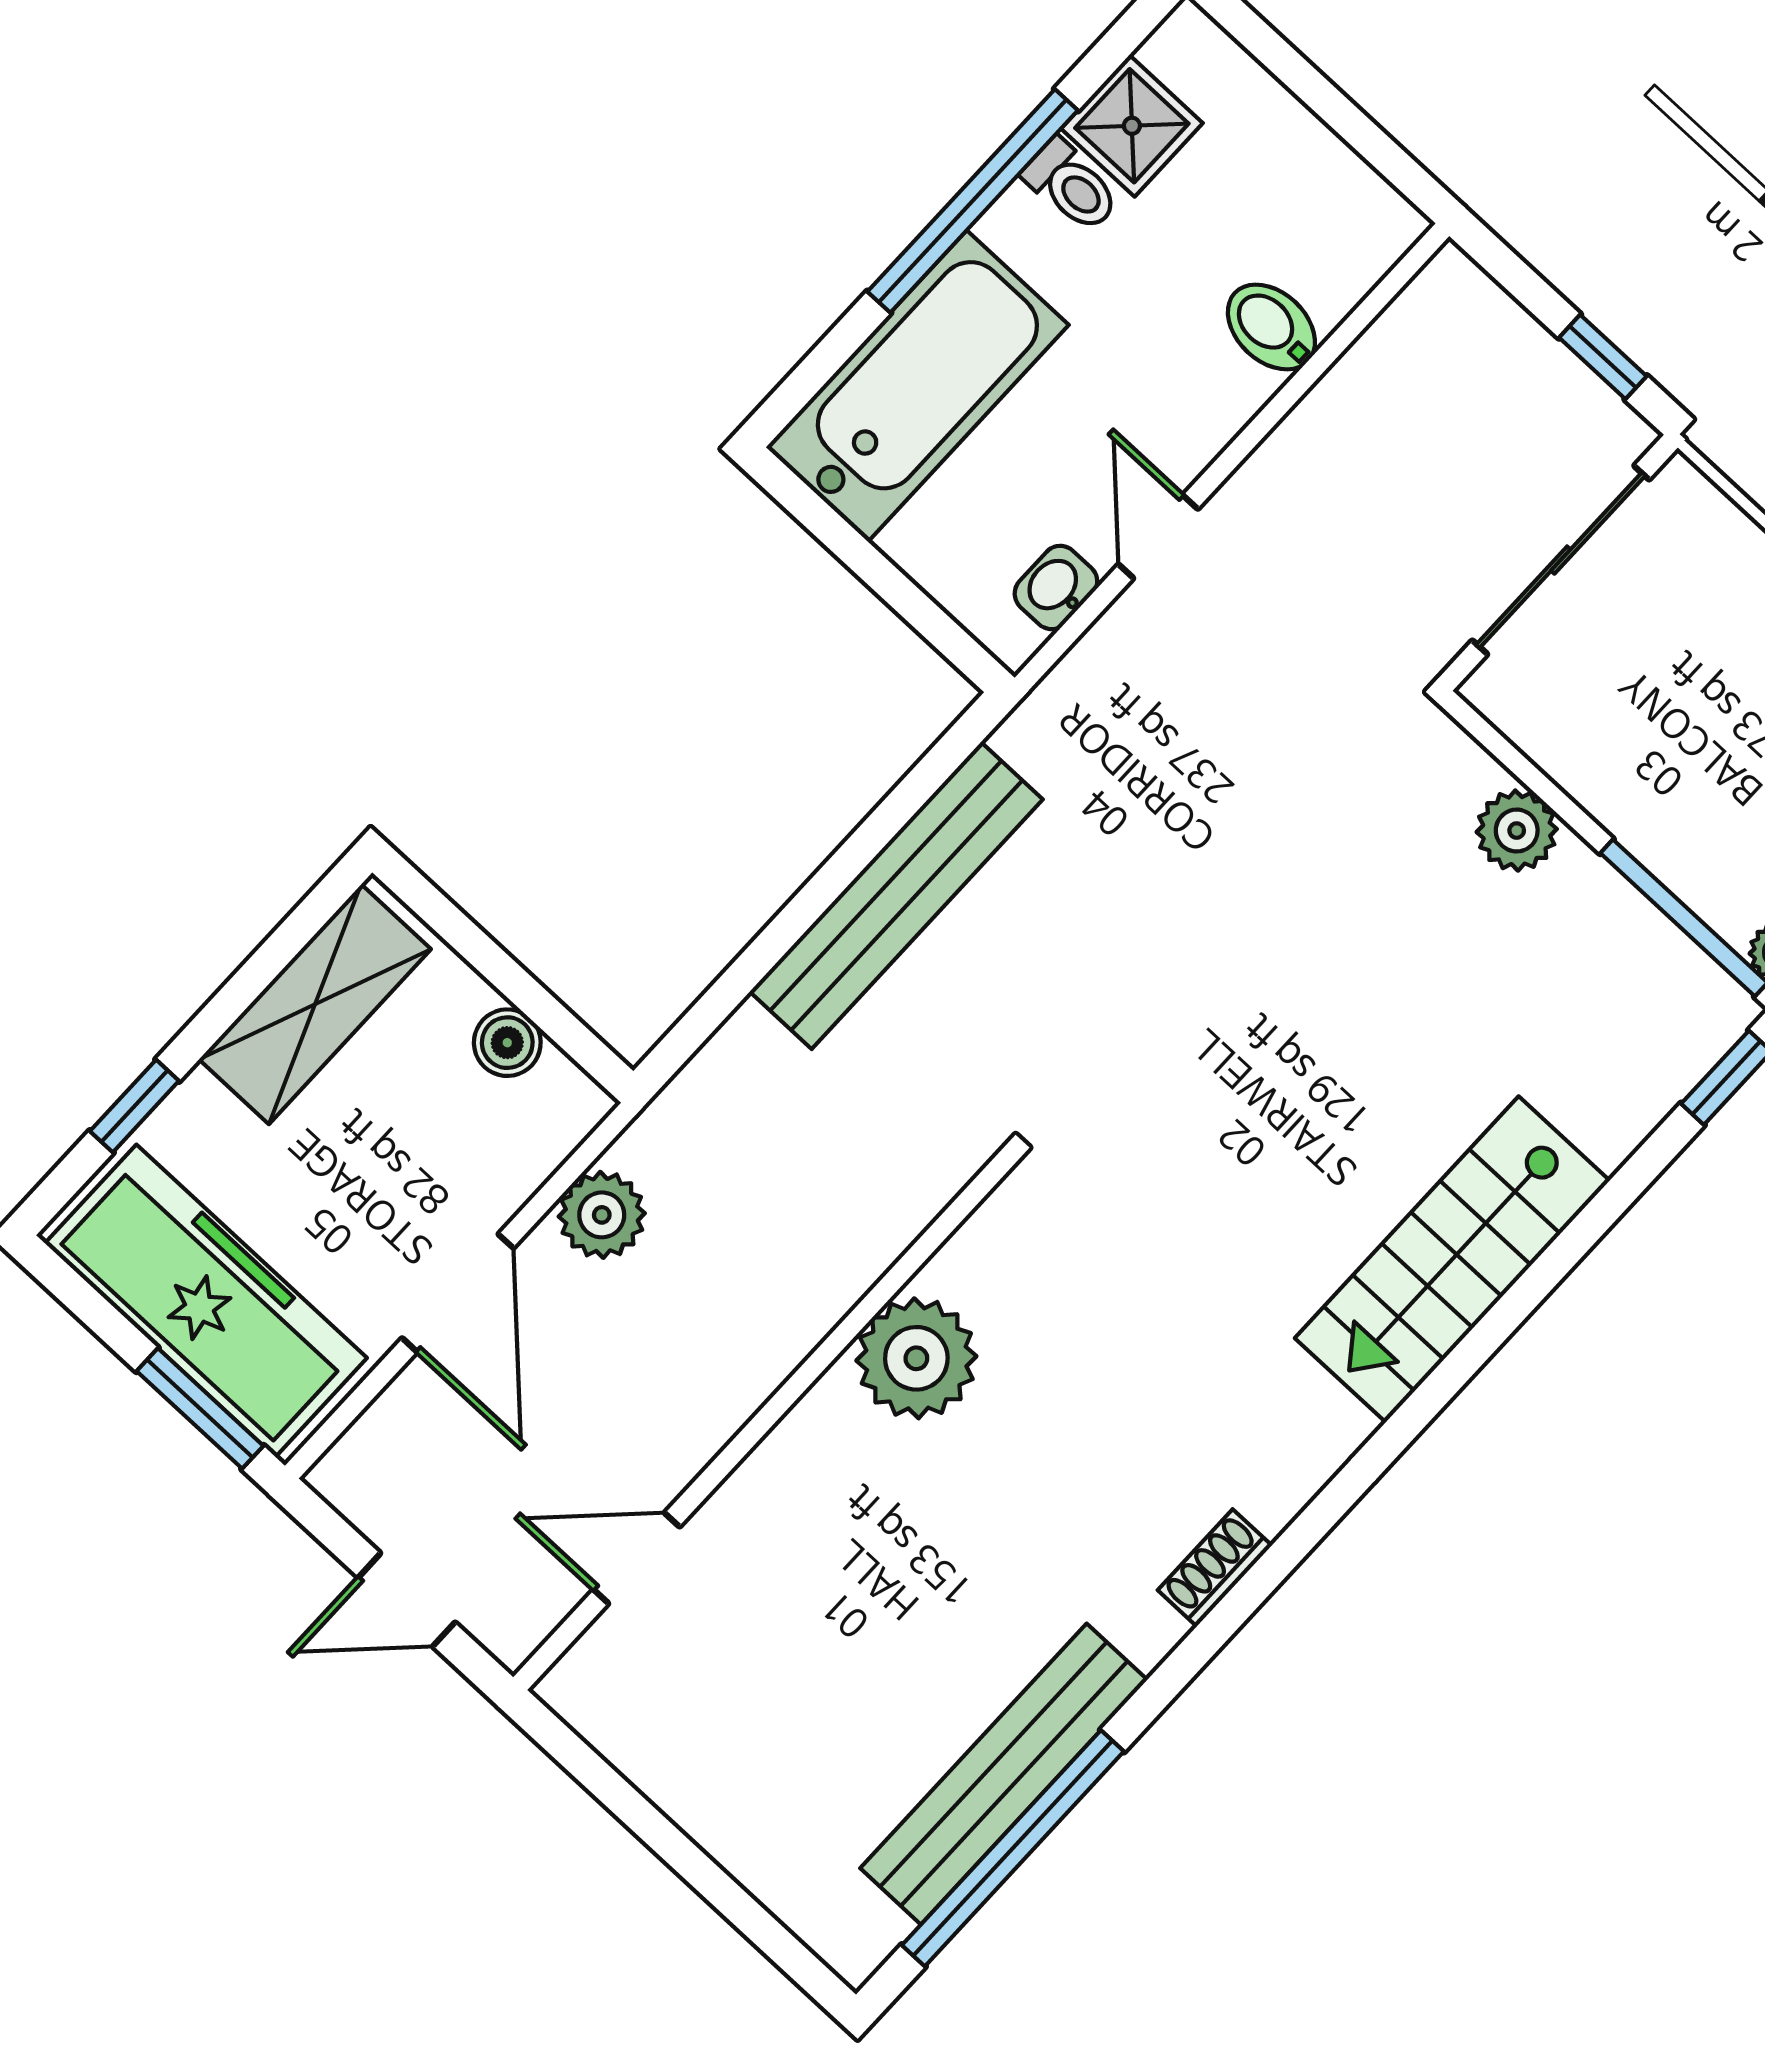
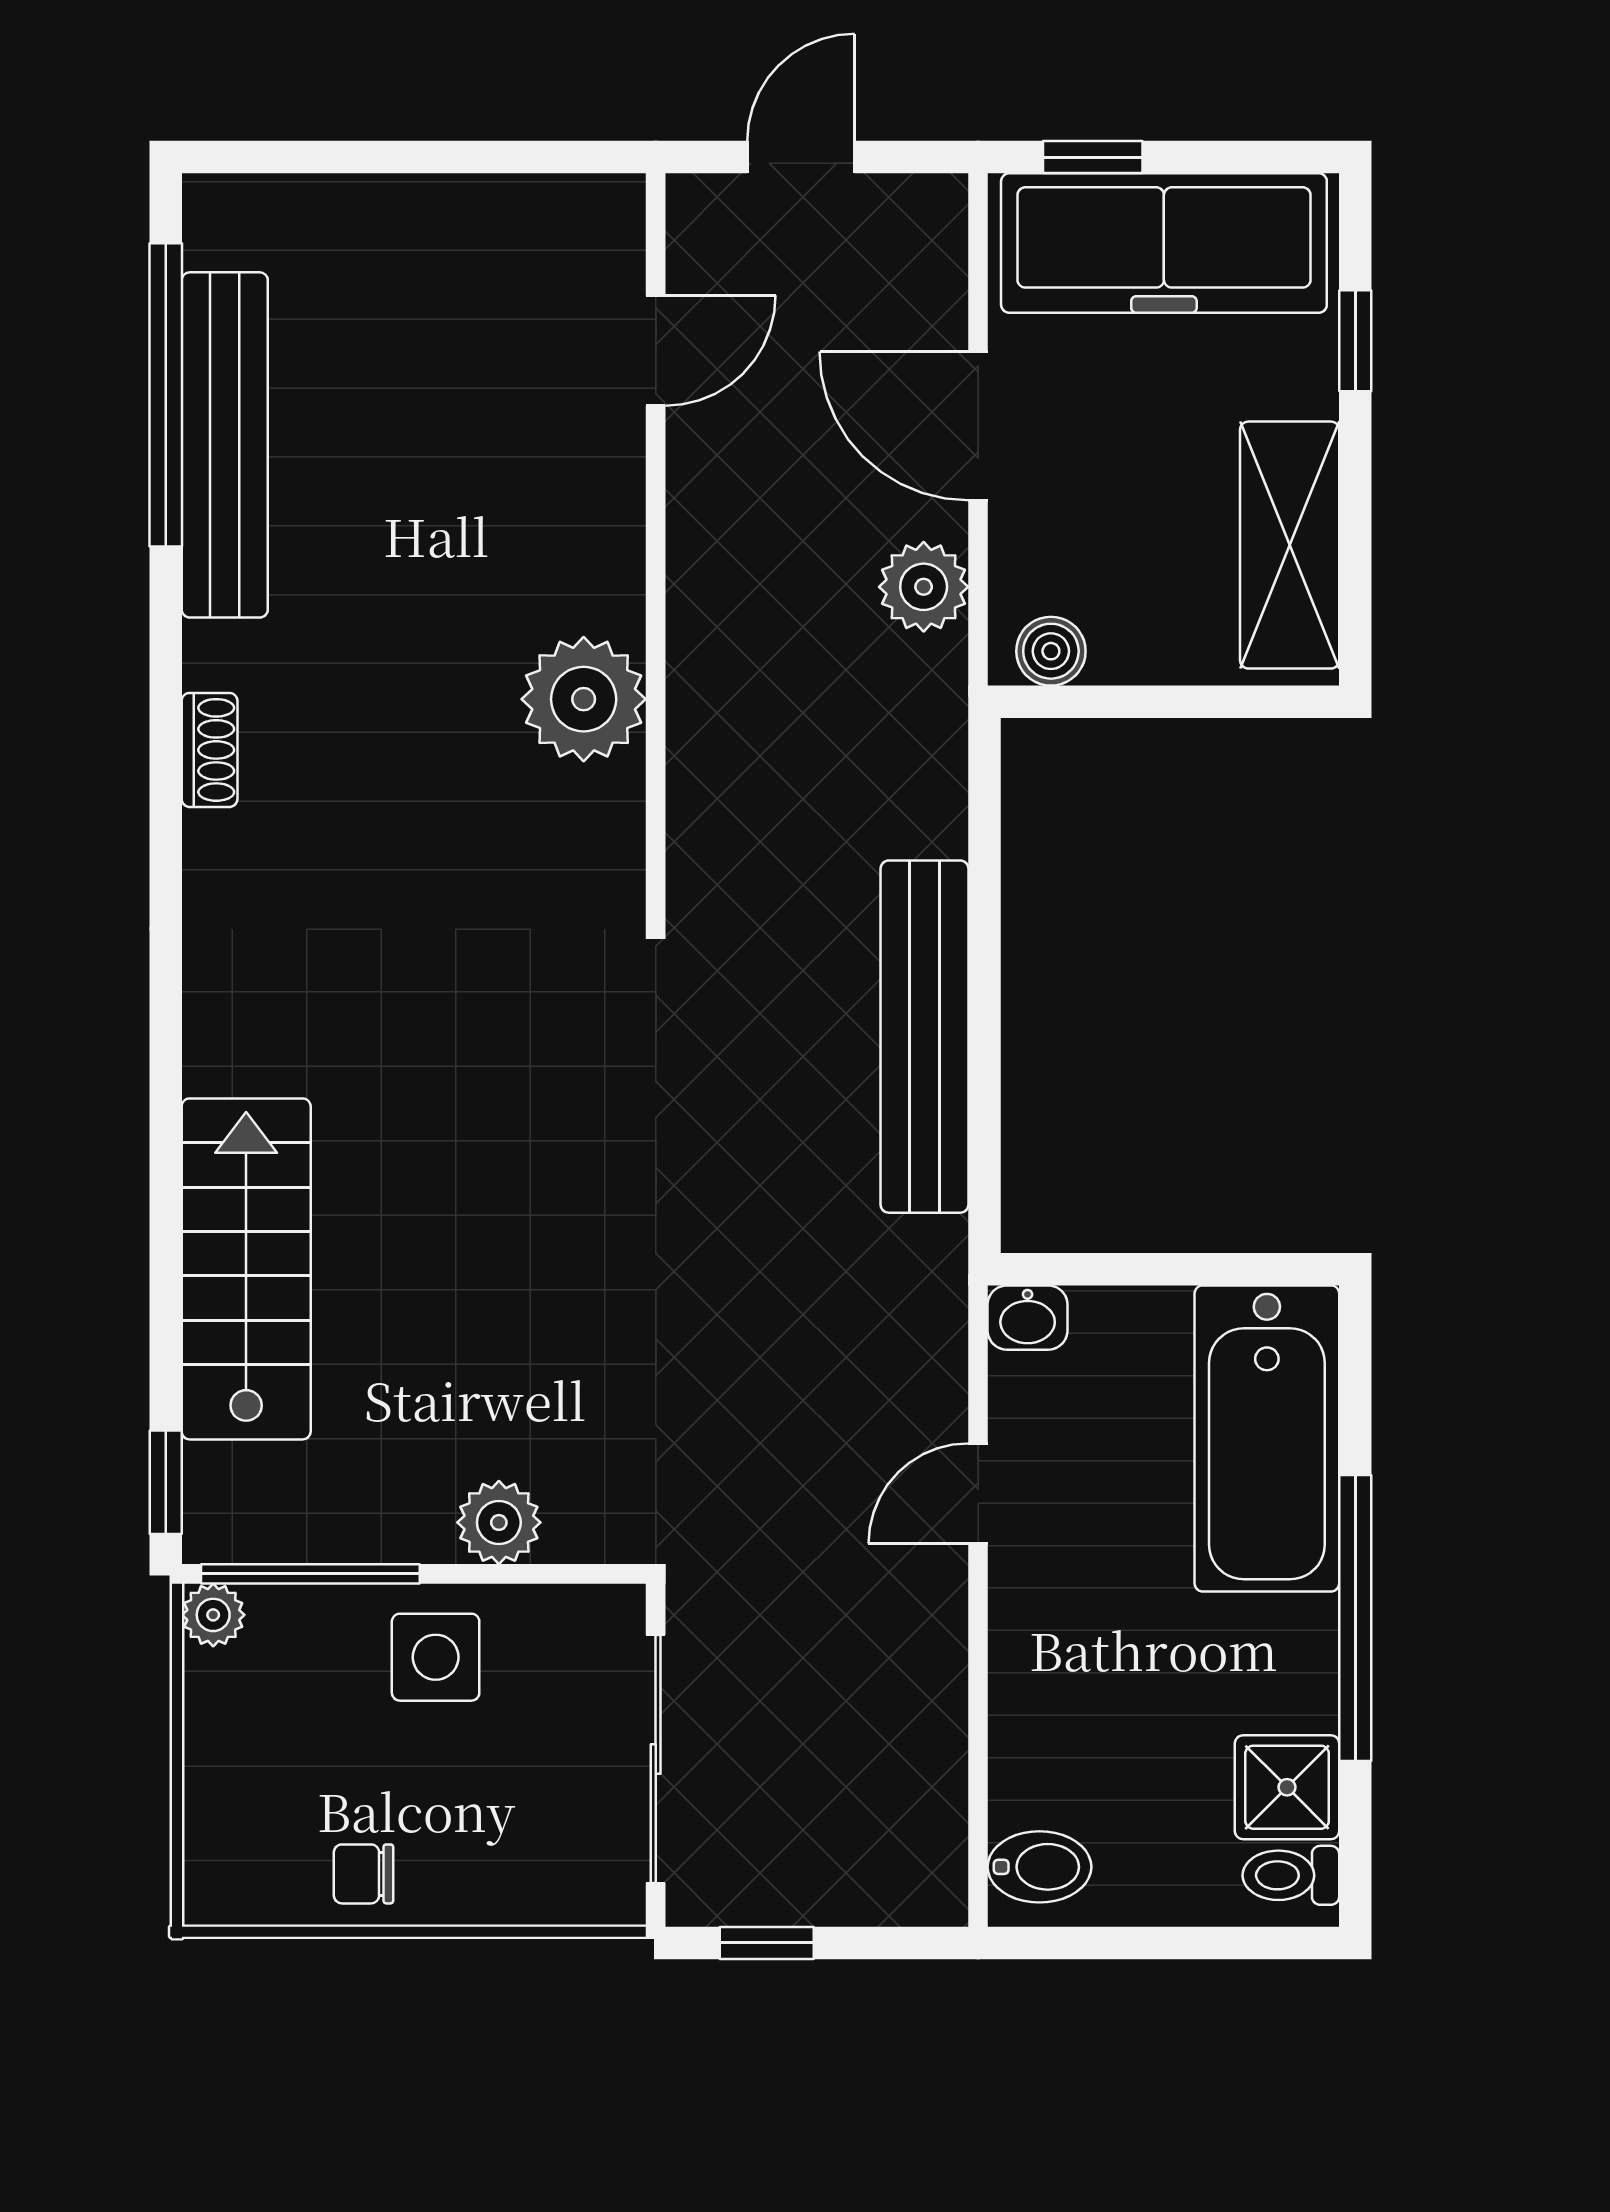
toilet: (1071, 186) -> (1291, 1875), moved
bidet: (1271, 327) -> (1039, 1867), moved
door: (1158, 537) -> (978, 1493), swing flipped
washbasin: (1056, 588) -> (1028, 1318), moved, turned 90
side table: (1650, 777) -> (436, 1657), added
boiler: (507, 1043) -> (1051, 651), moved
stairs: (1452, 1259) -> (246, 1269), moved
window: (200, 1408) -> (1093, 157), width x0.67

